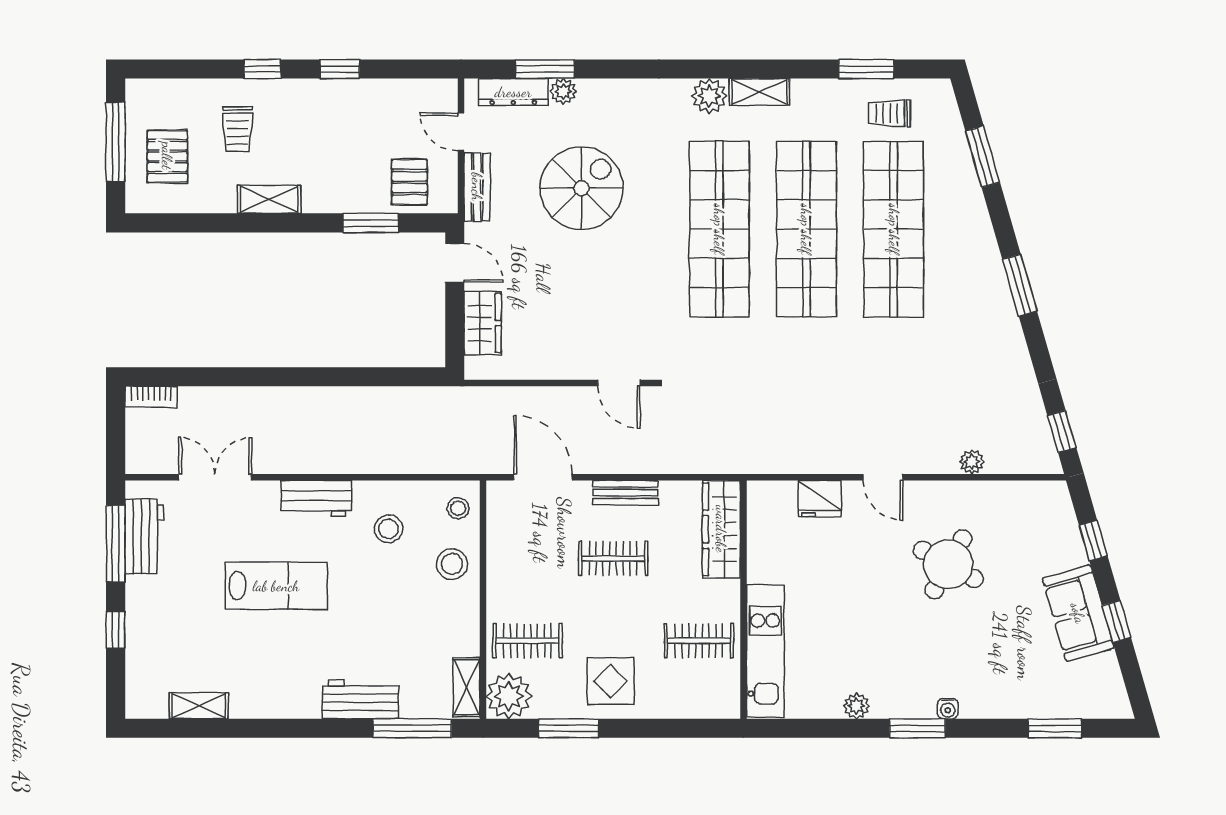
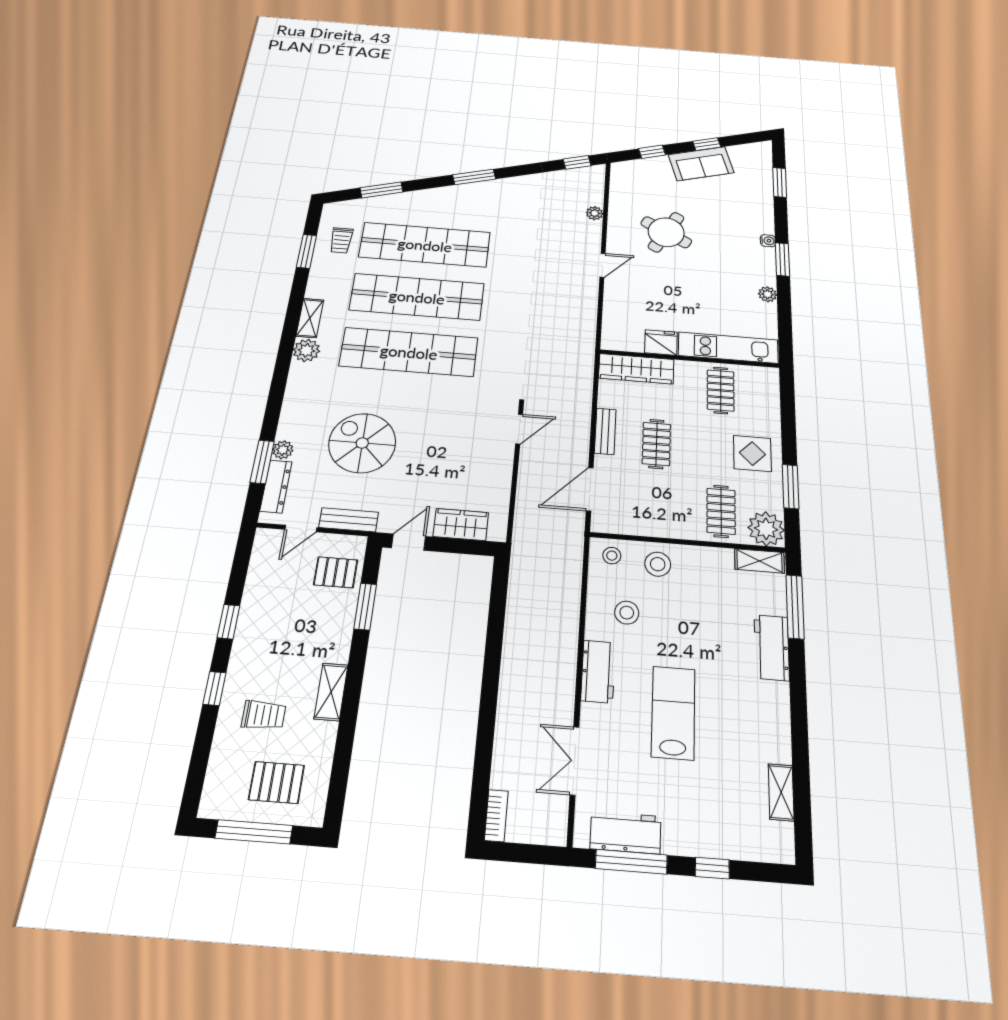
fridge: (820, 499) -> (661, 342), moved, turned -90

